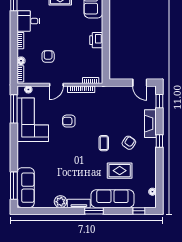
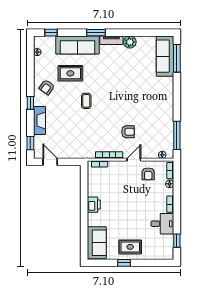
armchair: (48, 56) -> (148, 174), moved
corner sofa: (33, 120) -> (158, 125), removed
armchair: (69, 121) -> (128, 132), moved
armchair: (129, 143) -> (47, 87), moved

